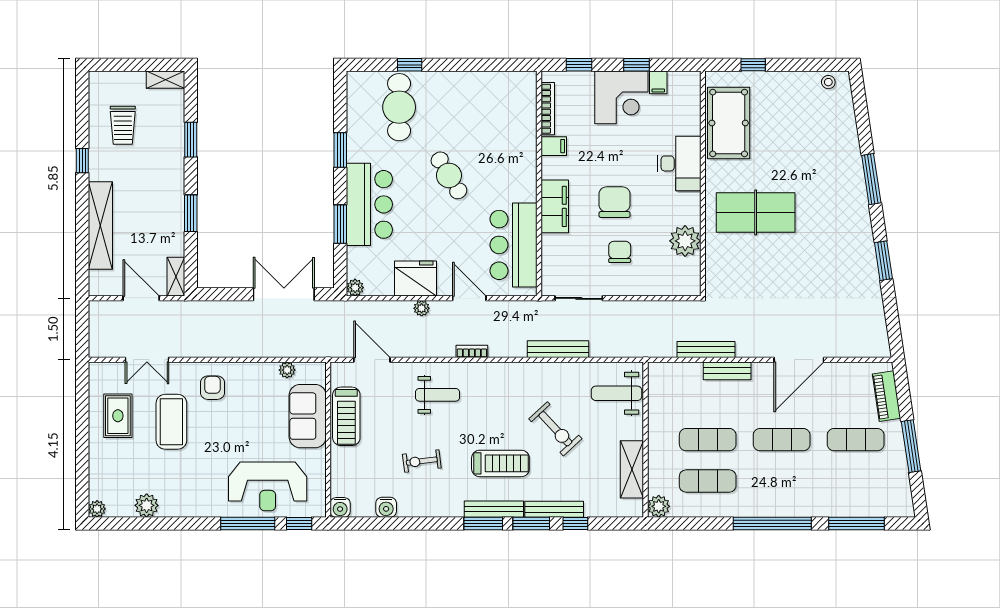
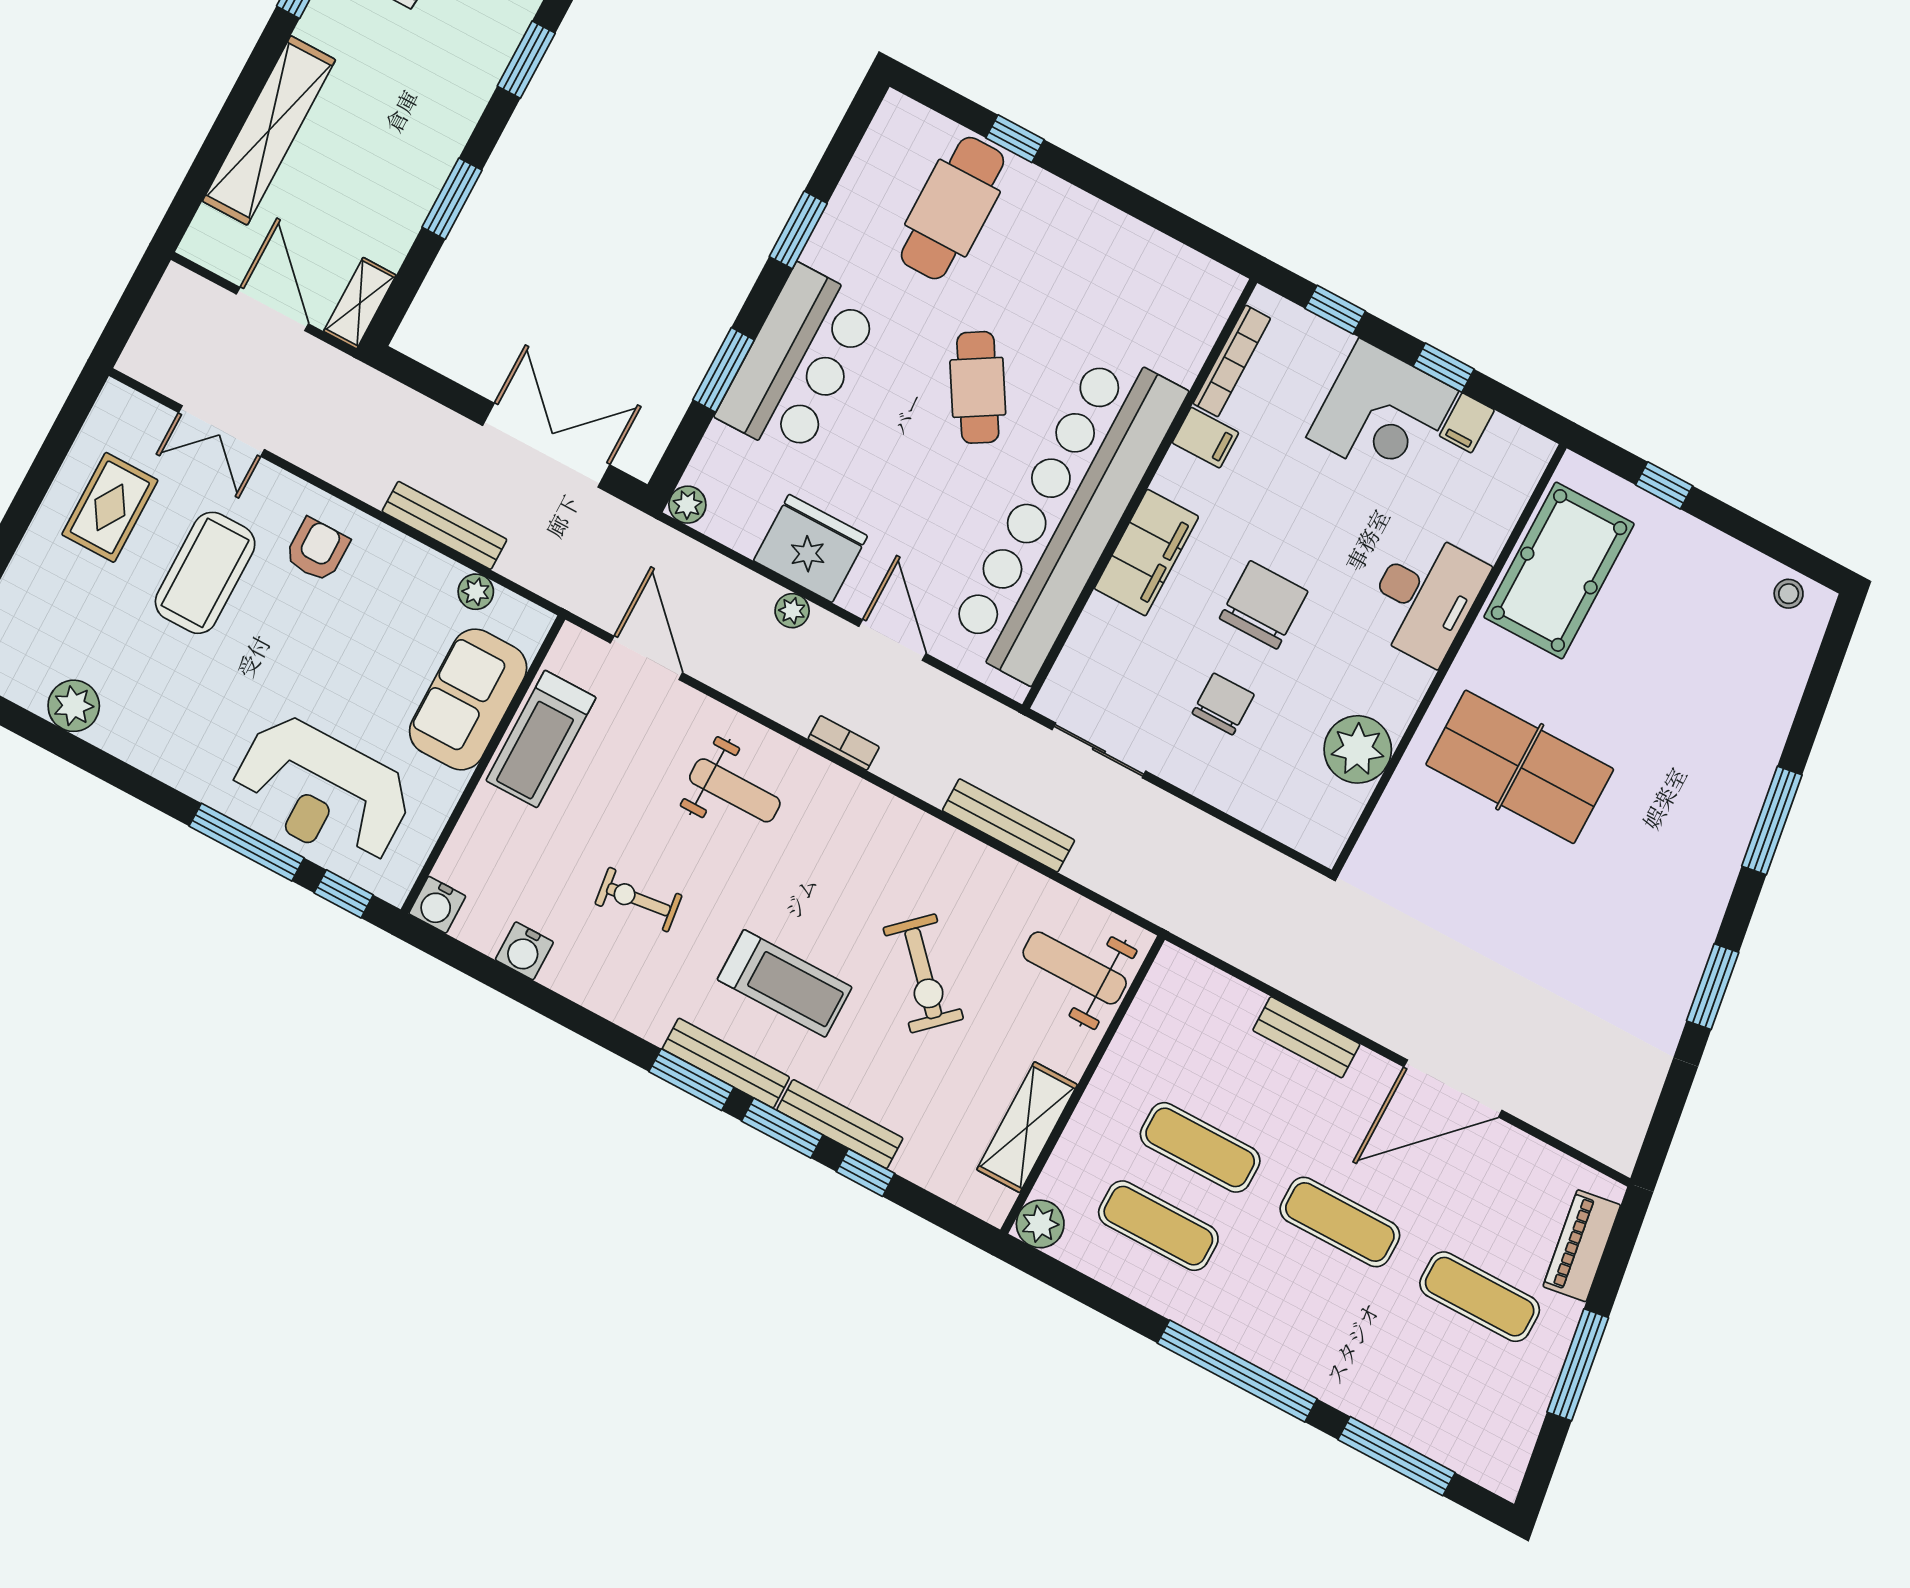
bar counter: (514, 245) -> (1066, 515), width x1.86
bench: (706, 350) -> (444, 525), moved

